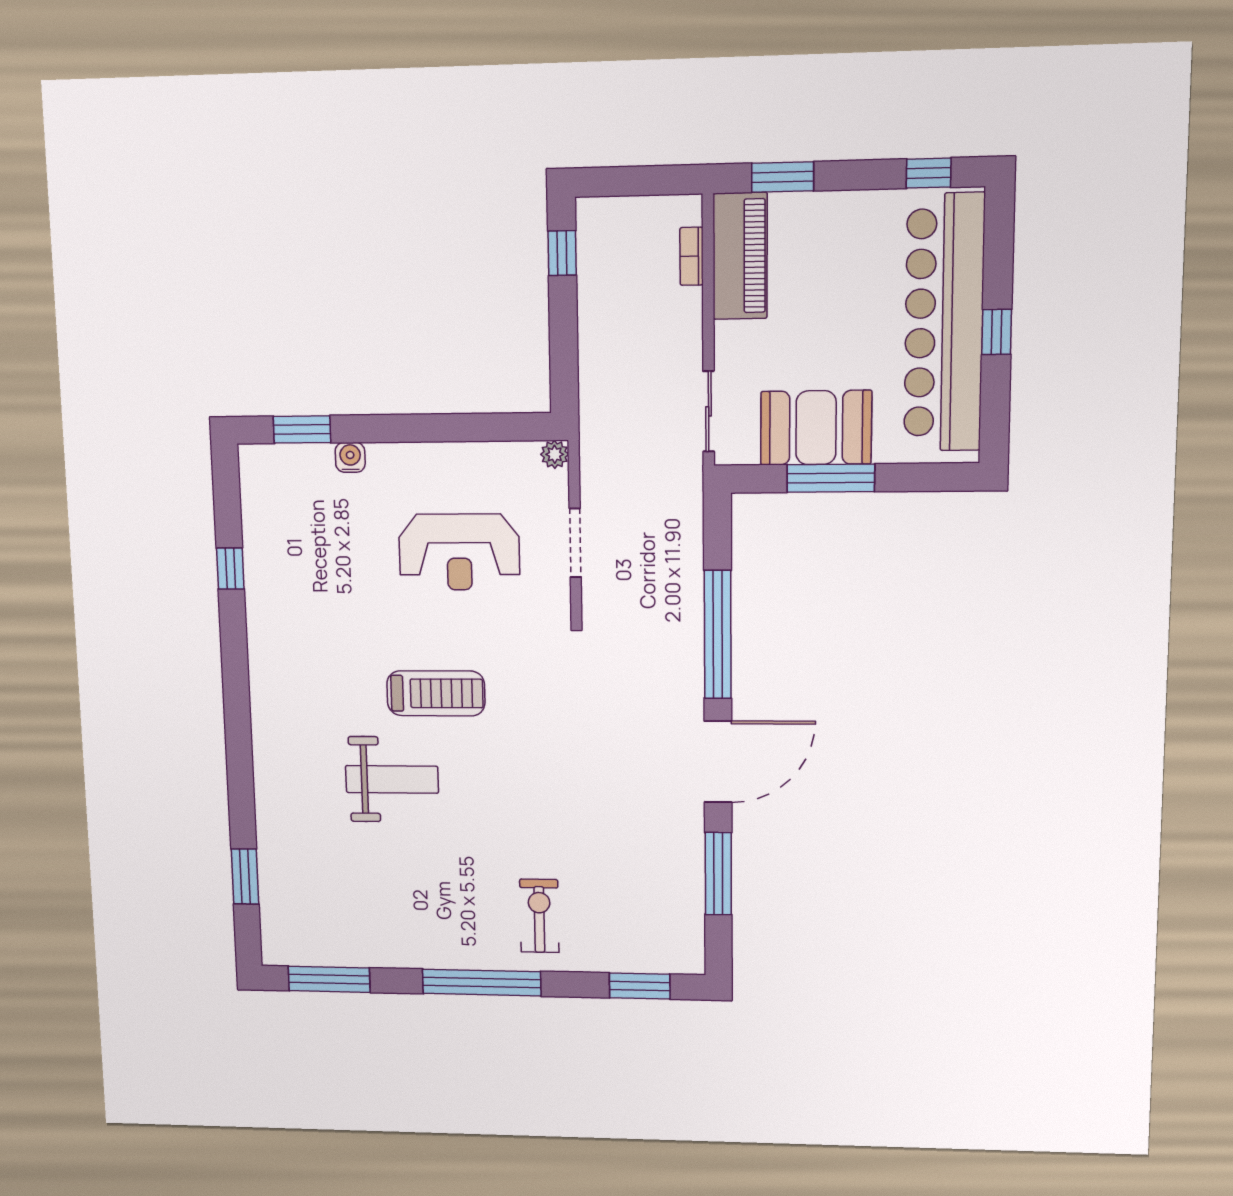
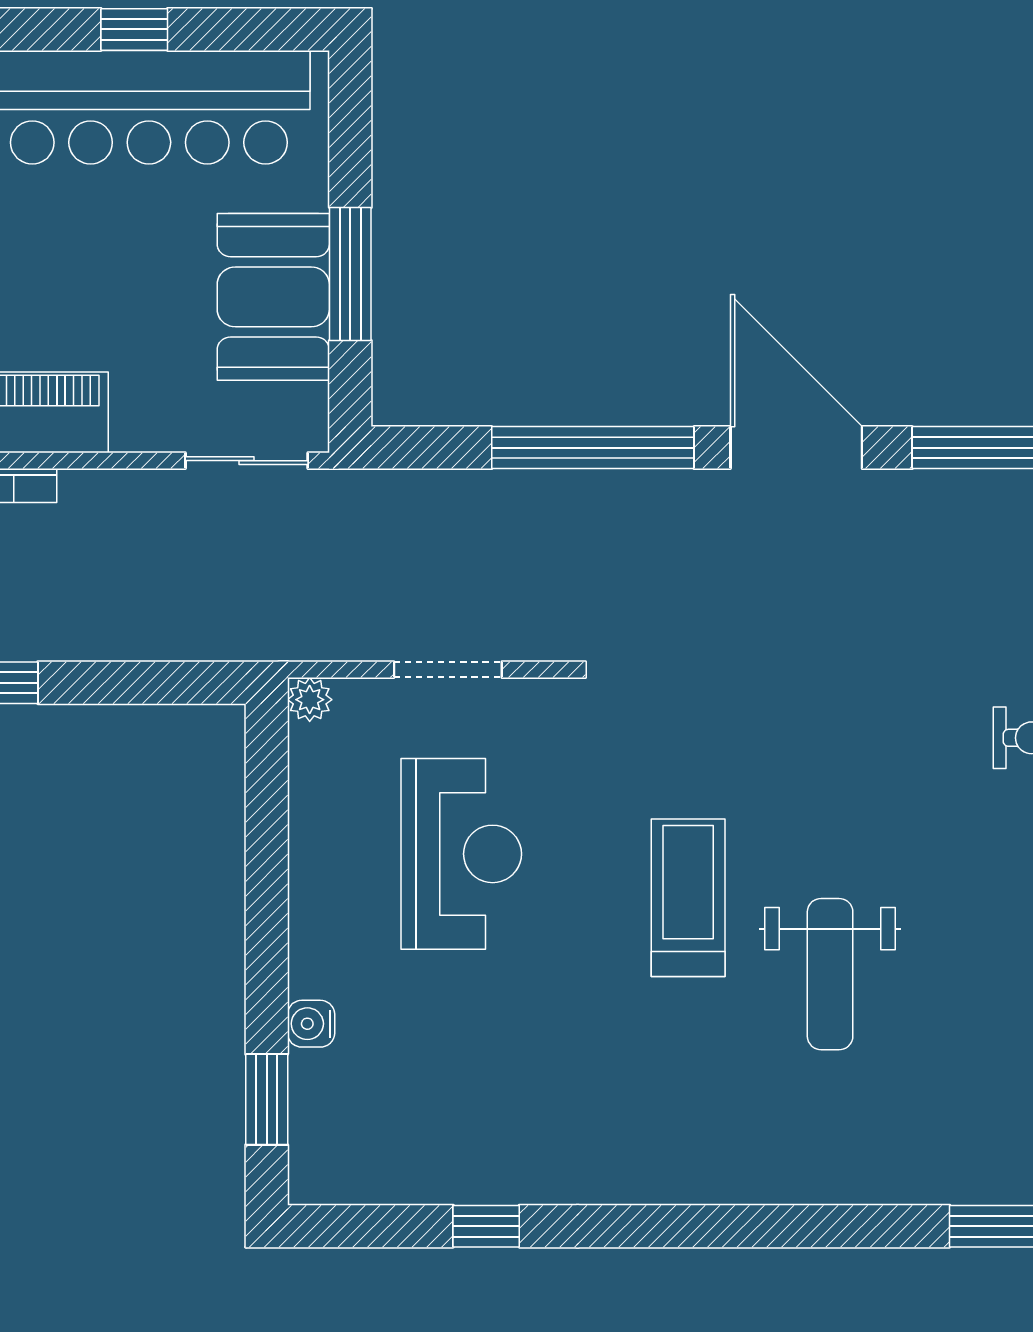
weight bench: (392, 779) -> (830, 974), turned 180

